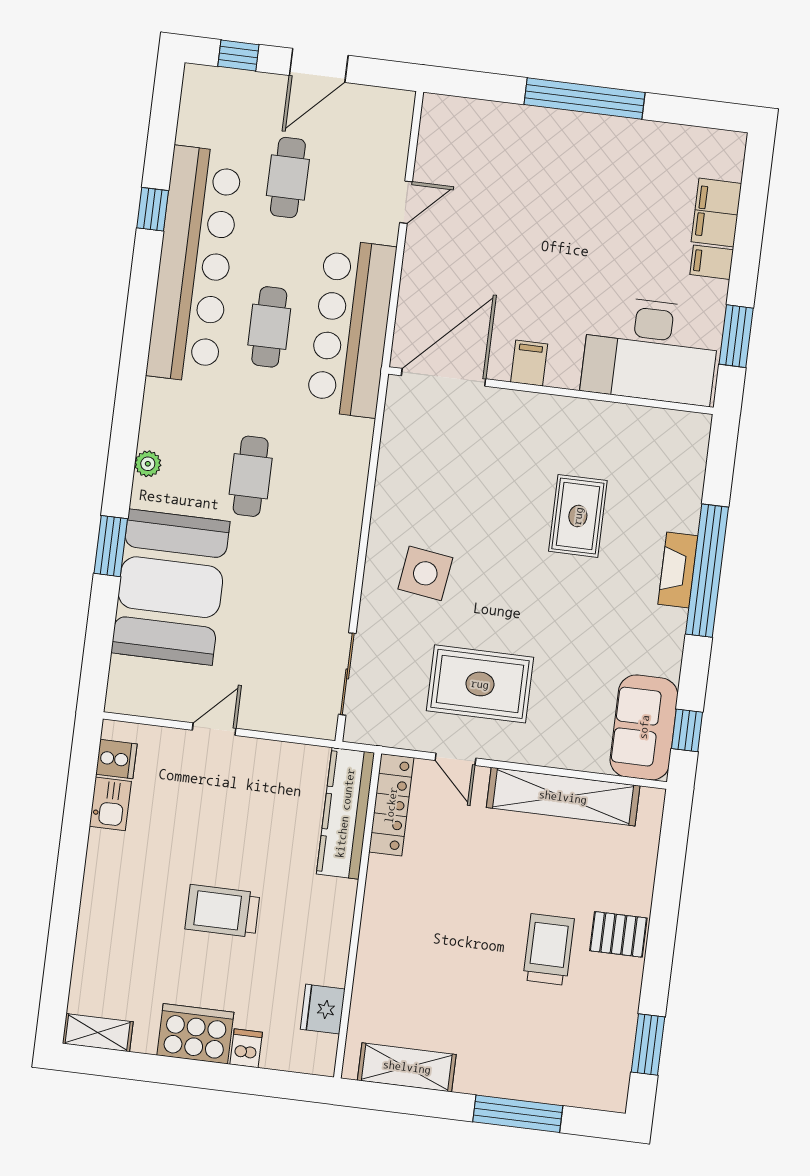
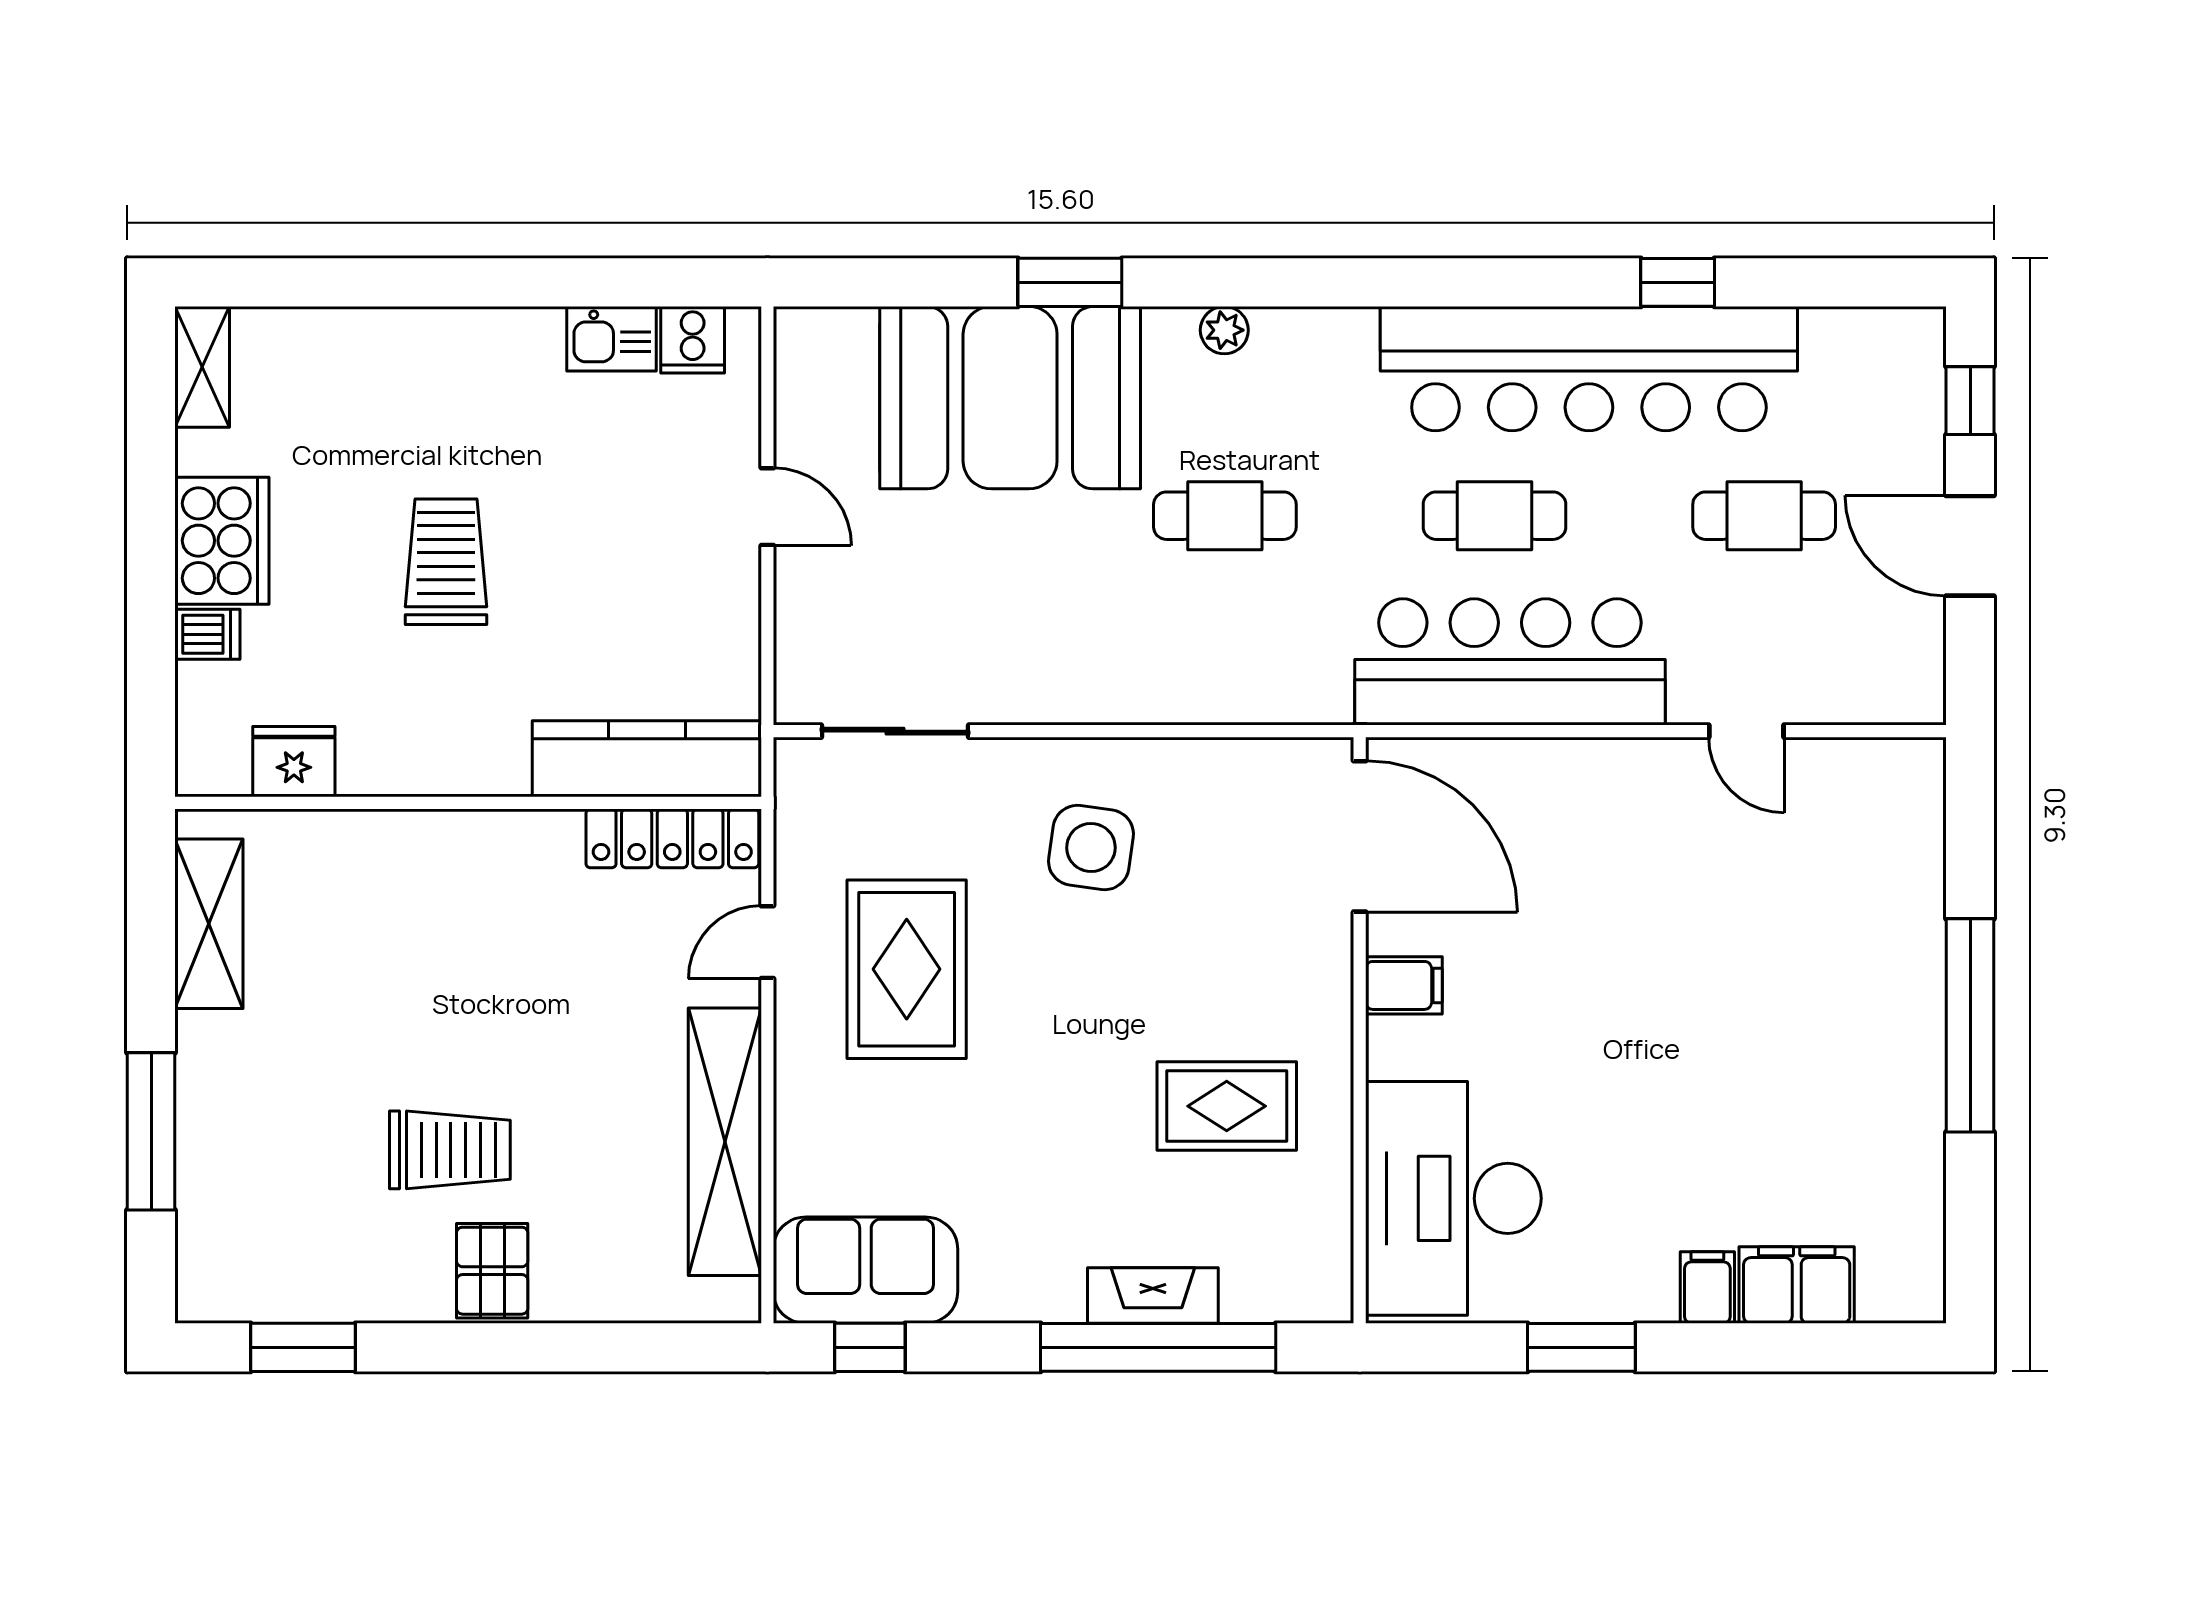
desk: (651, 350) -> (1453, 1198), moved
filing cabinet: (529, 363) -> (1404, 985), moved
door: (443, 377) -> (1360, 836), moved
wall: (551, 391) -> (1360, 1030), moved

